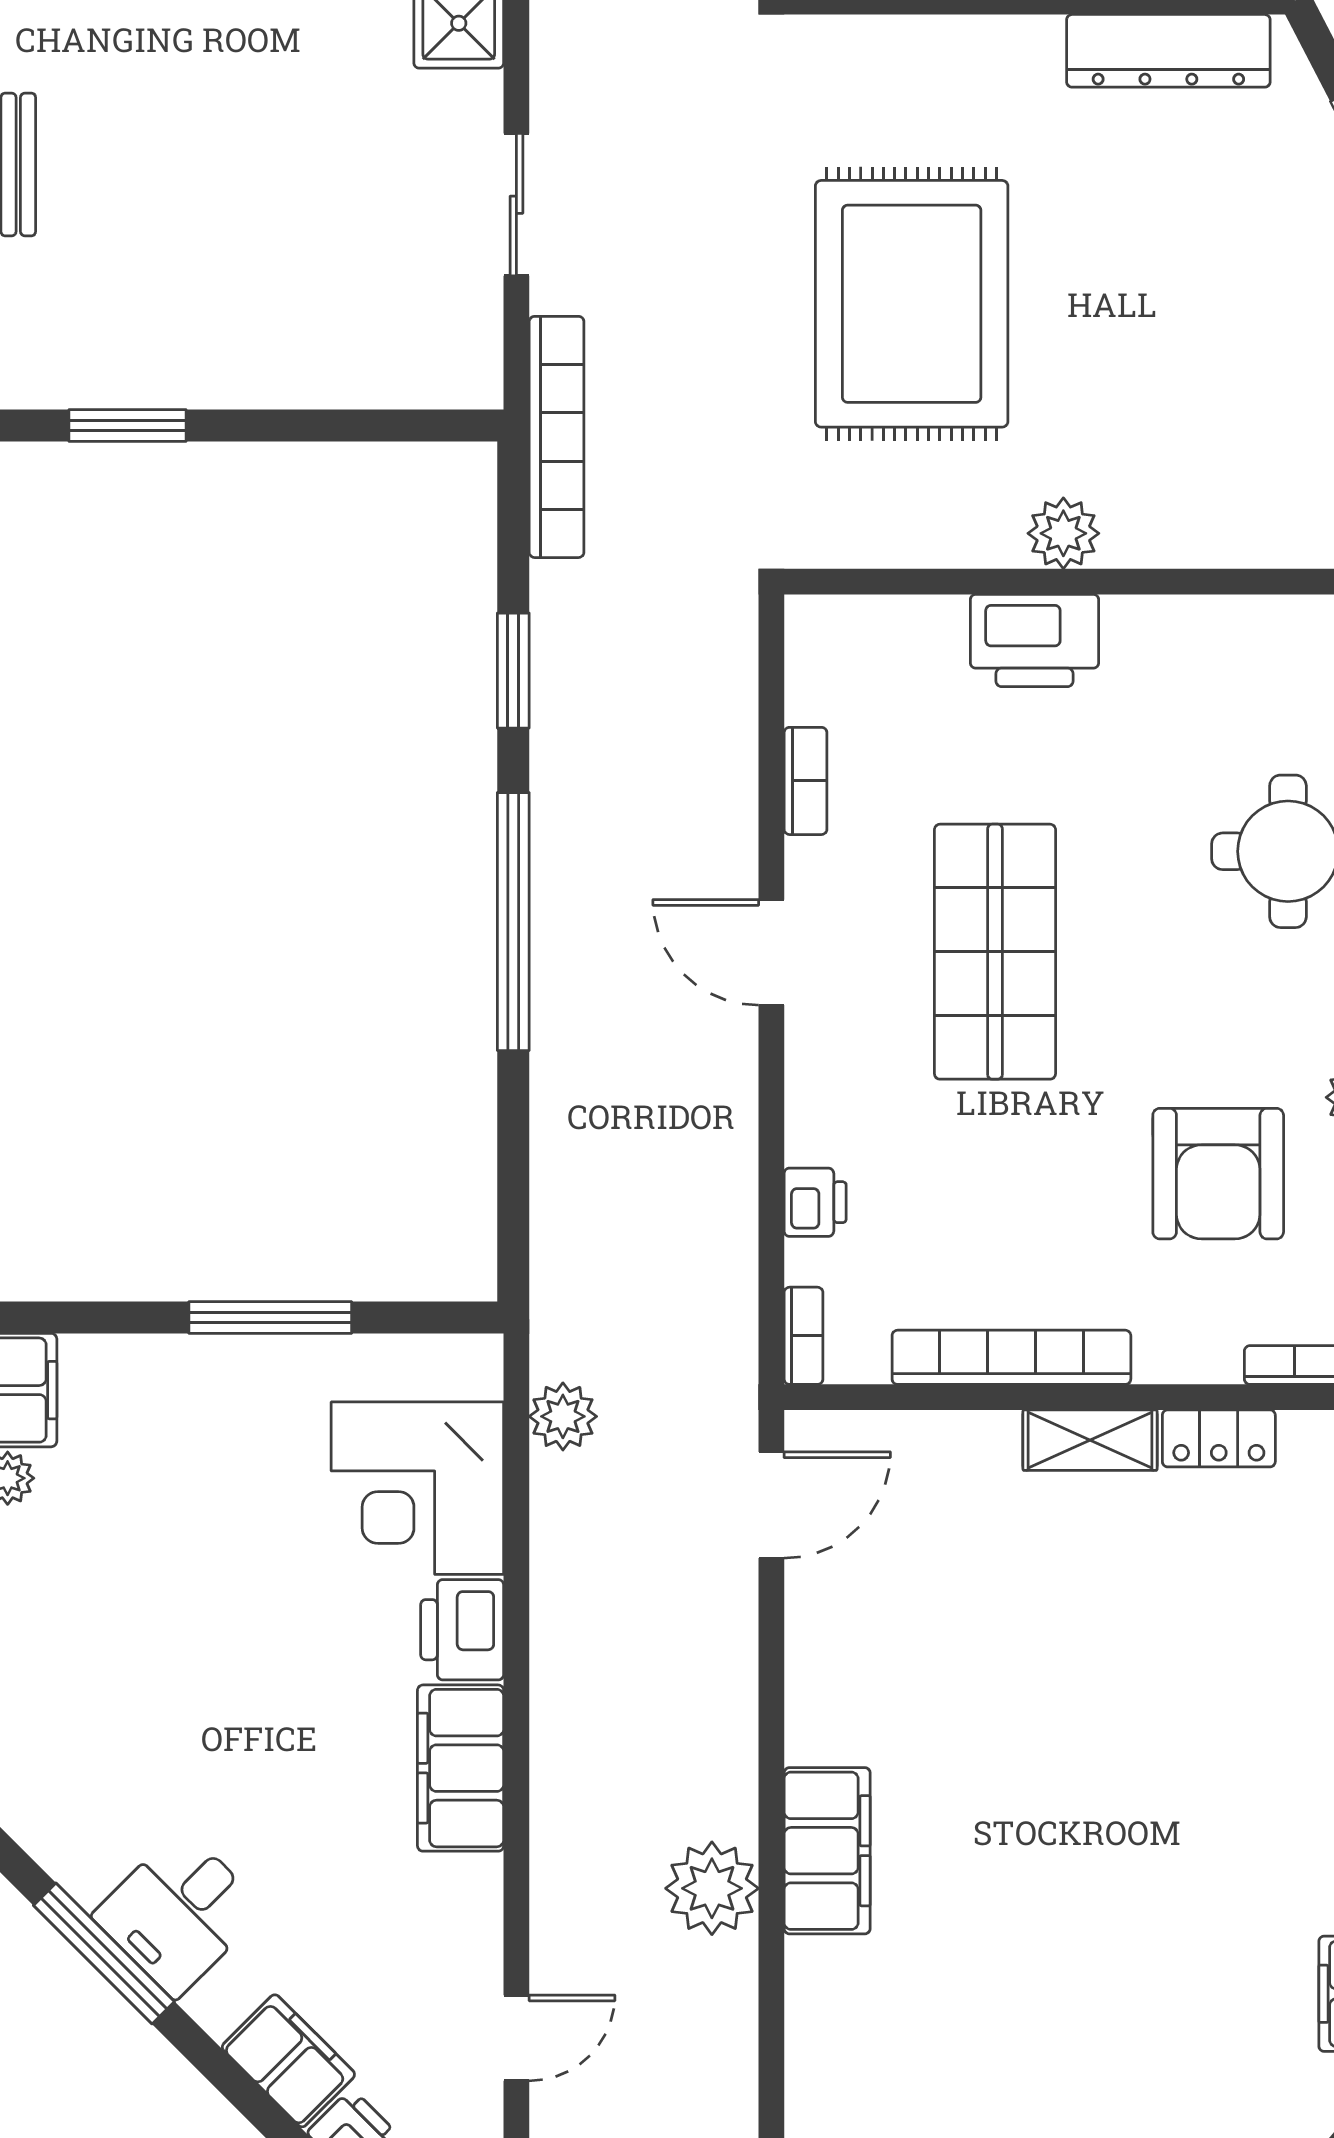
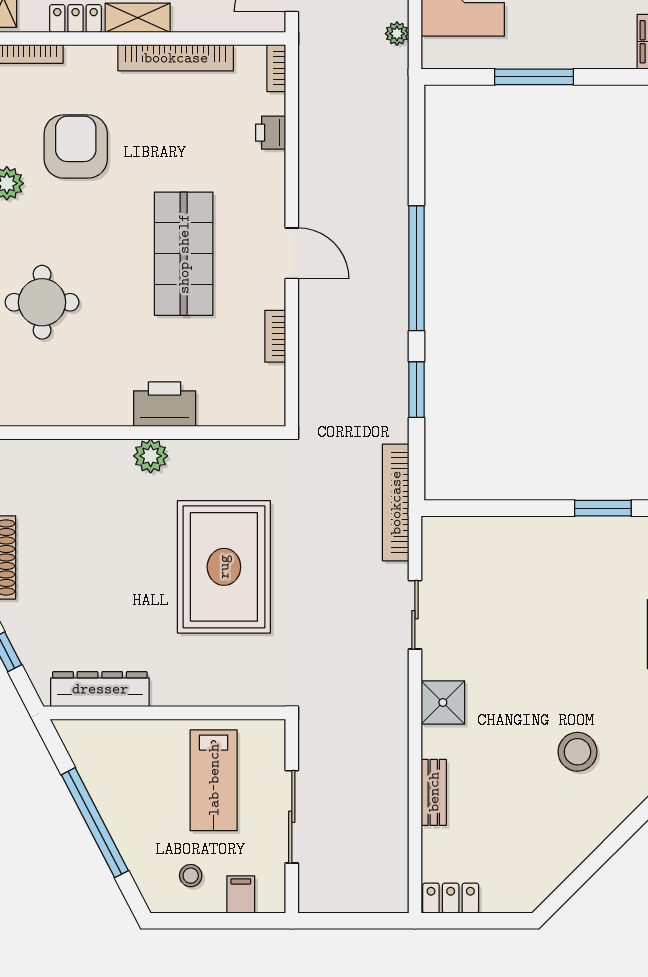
plant: (563, 1416) -> (397, 34), width x0.73, depth x0.73

